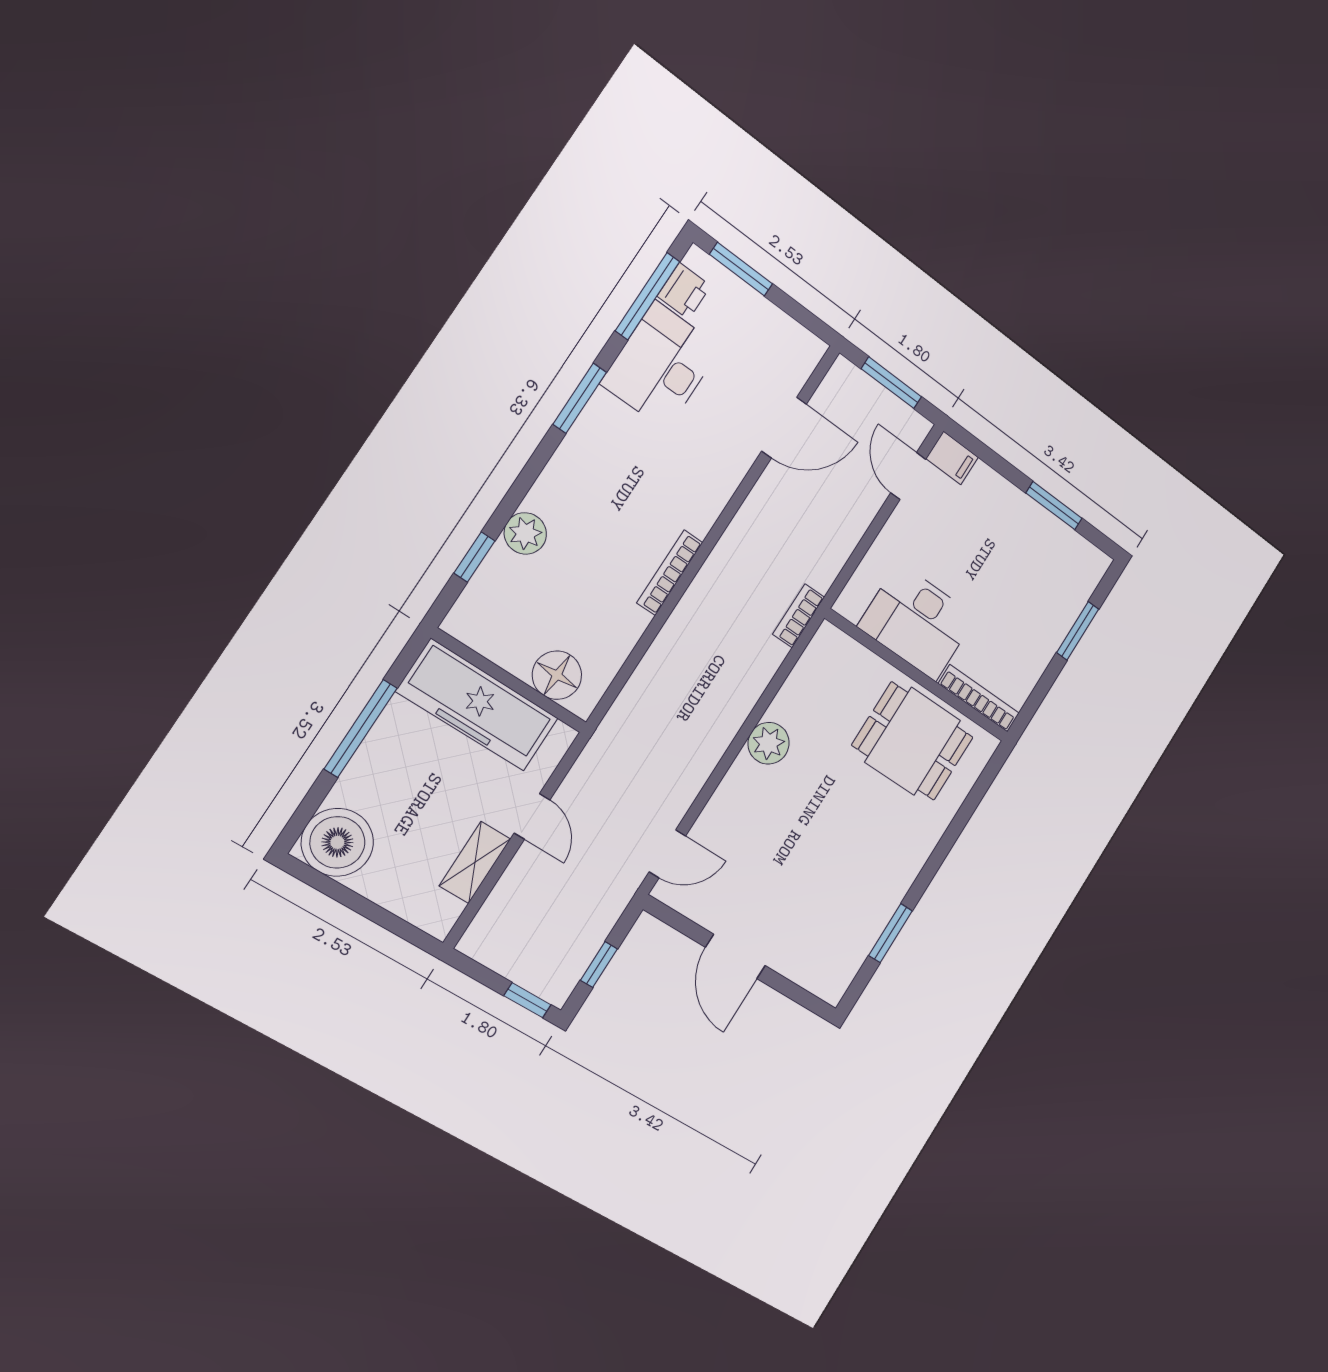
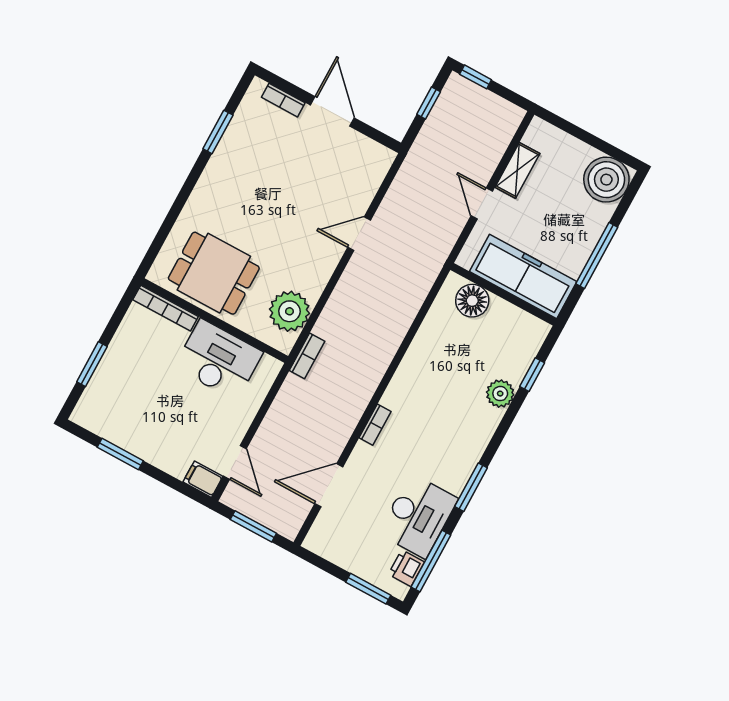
bookcase: (670, 573) -> (375, 425), moved, width x0.64
plant: (769, 743) -> (289, 311), moved, width x1.36, depth x1.36
door: (667, 854) -> (359, 234), moved
bookcase: (801, 974) -> (283, 100), added

